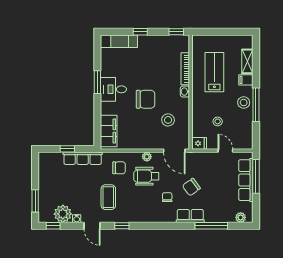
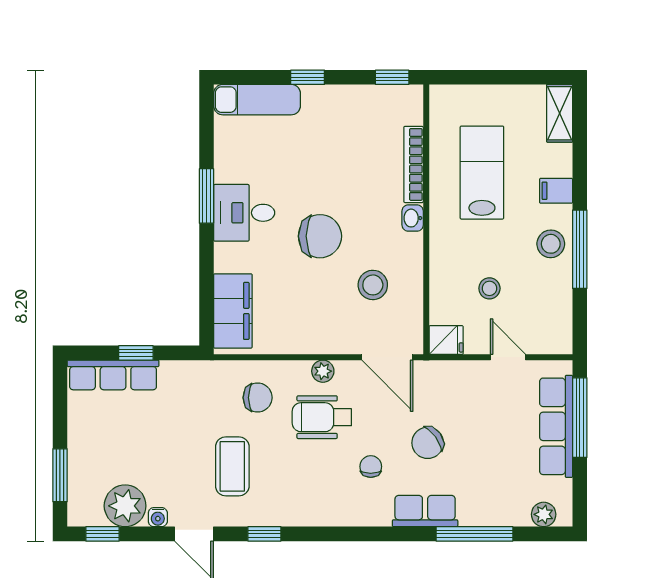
shelving: (247, 61) -> (560, 113), moved
row of seats: (83, 158) -> (113, 375), moved

